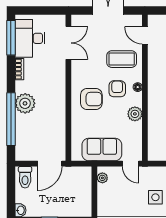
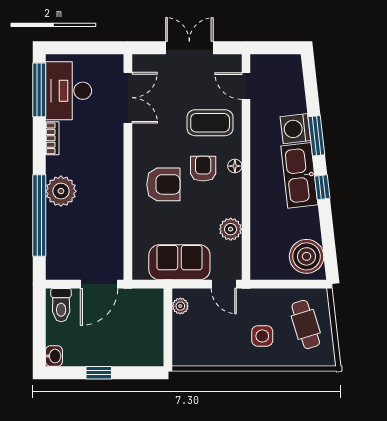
plant: (135, 114) -> (231, 229), moved

